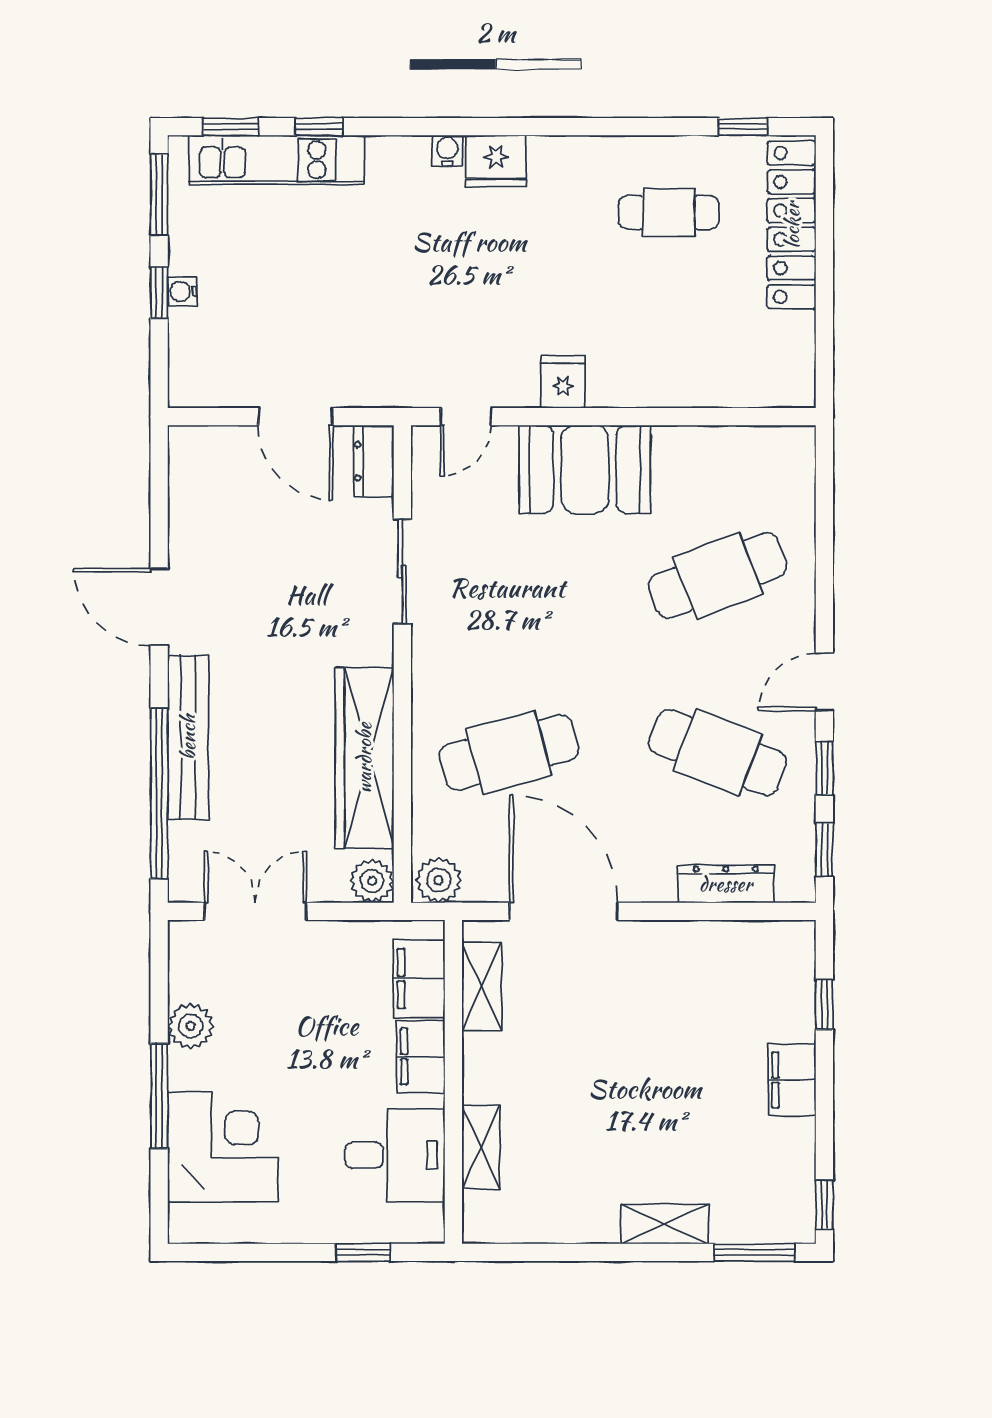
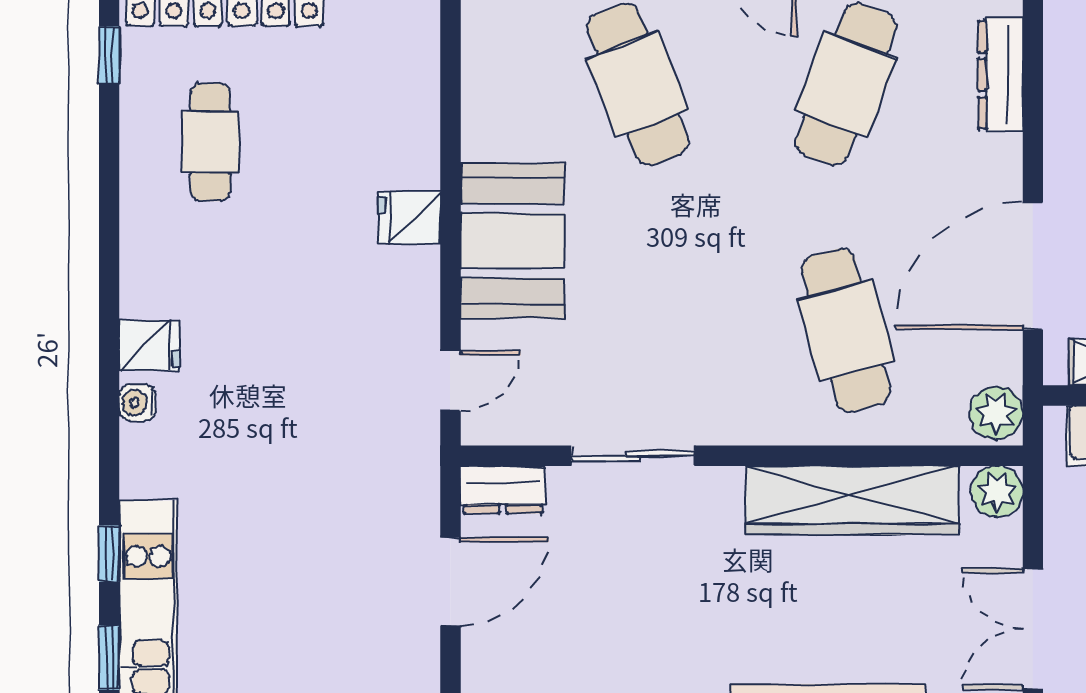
fridge: (496, 161) -> (149, 345), width x0.72
fridge: (563, 382) -> (410, 218), moved
door: (466, 417) -> (450, 381), hinge flipped

